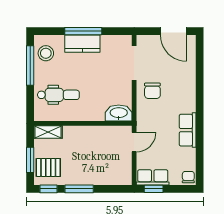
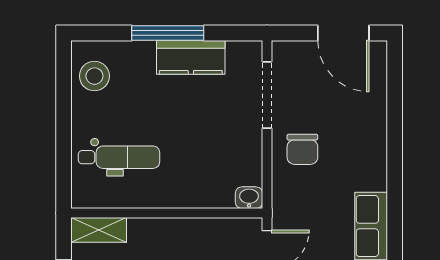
kitchen counter: (82, 44) -> (191, 57), moved
window: (30, 65) -> (64, 100), removed
washbasin: (119, 113) -> (249, 198), width x0.52, depth x0.69

